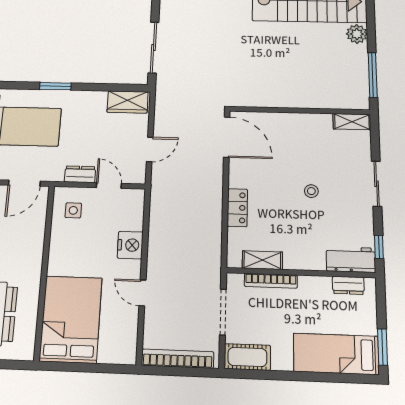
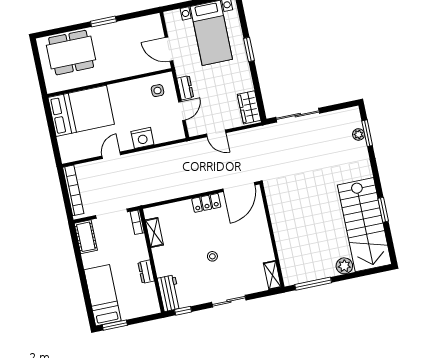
locker: (237, 208) -> (206, 203), moved
bookcase: (271, 281) -> (137, 222), moved, width x0.64
dresser: (348, 285) -> (146, 272), moved

